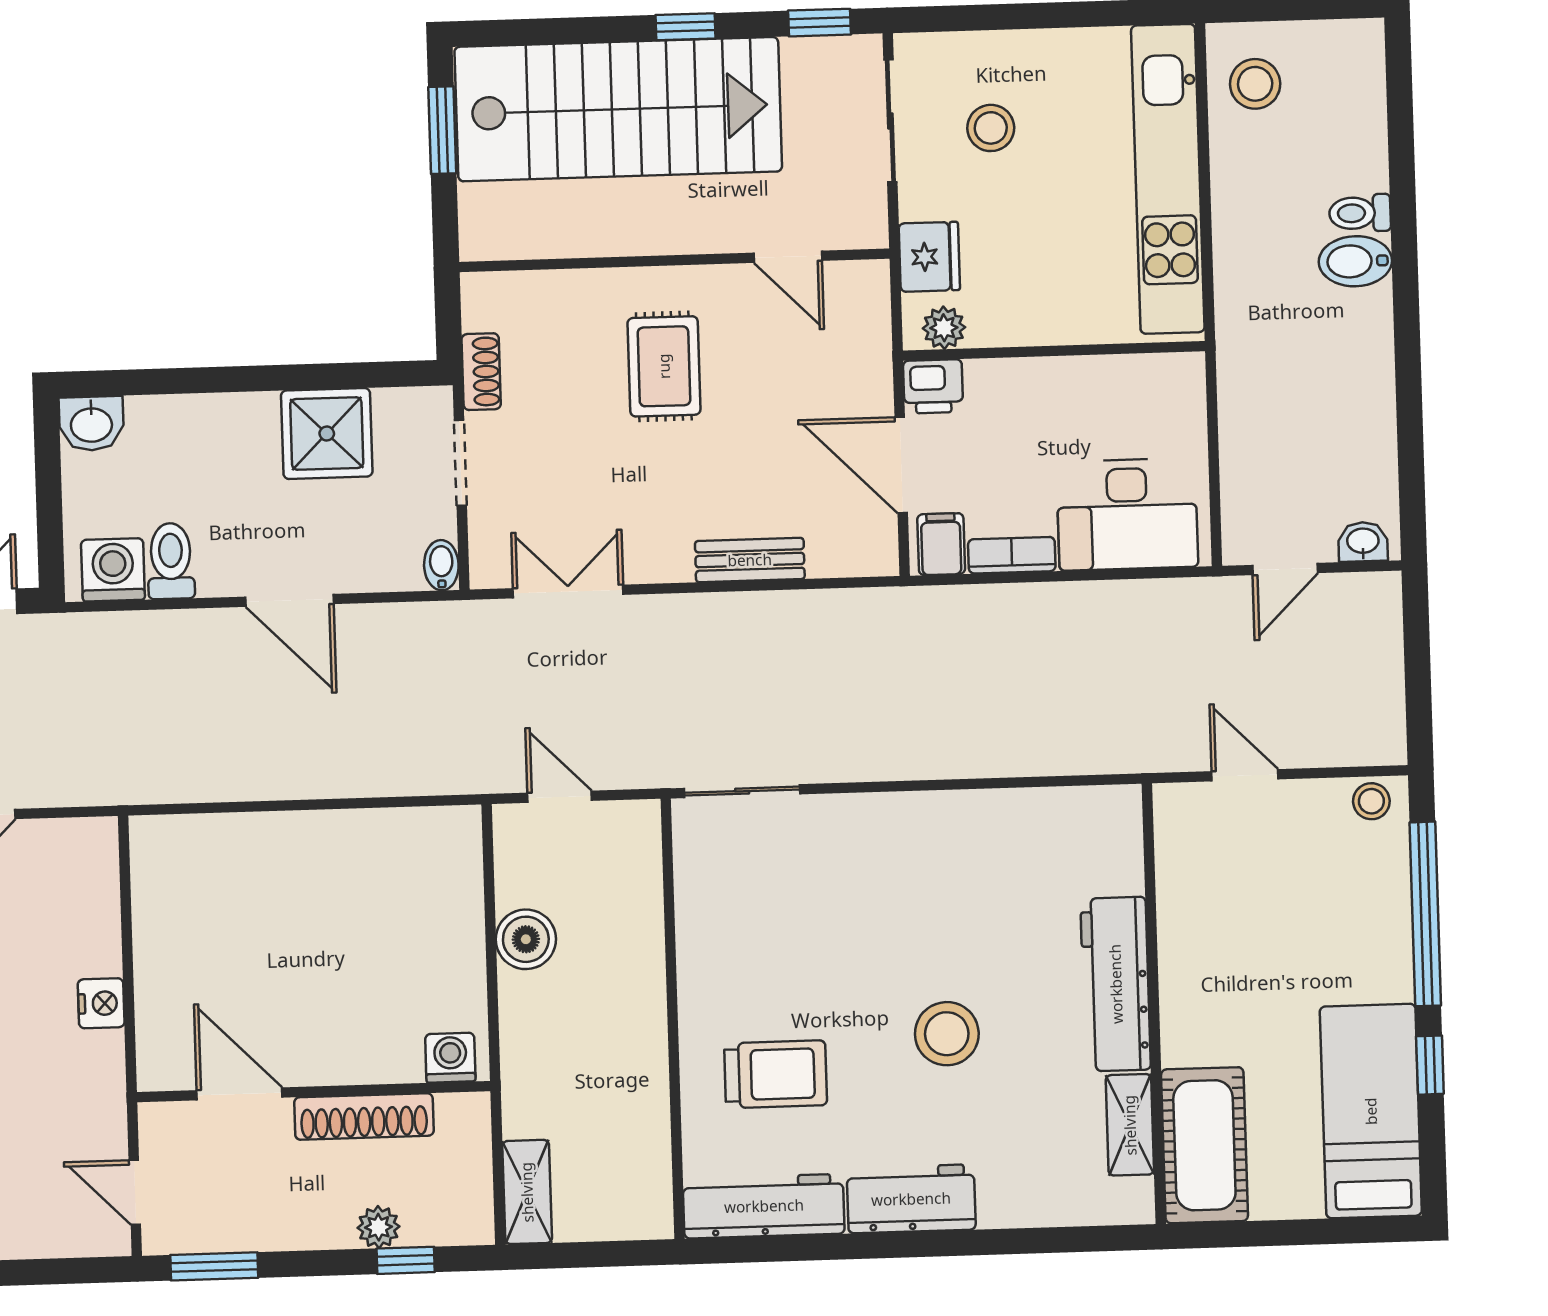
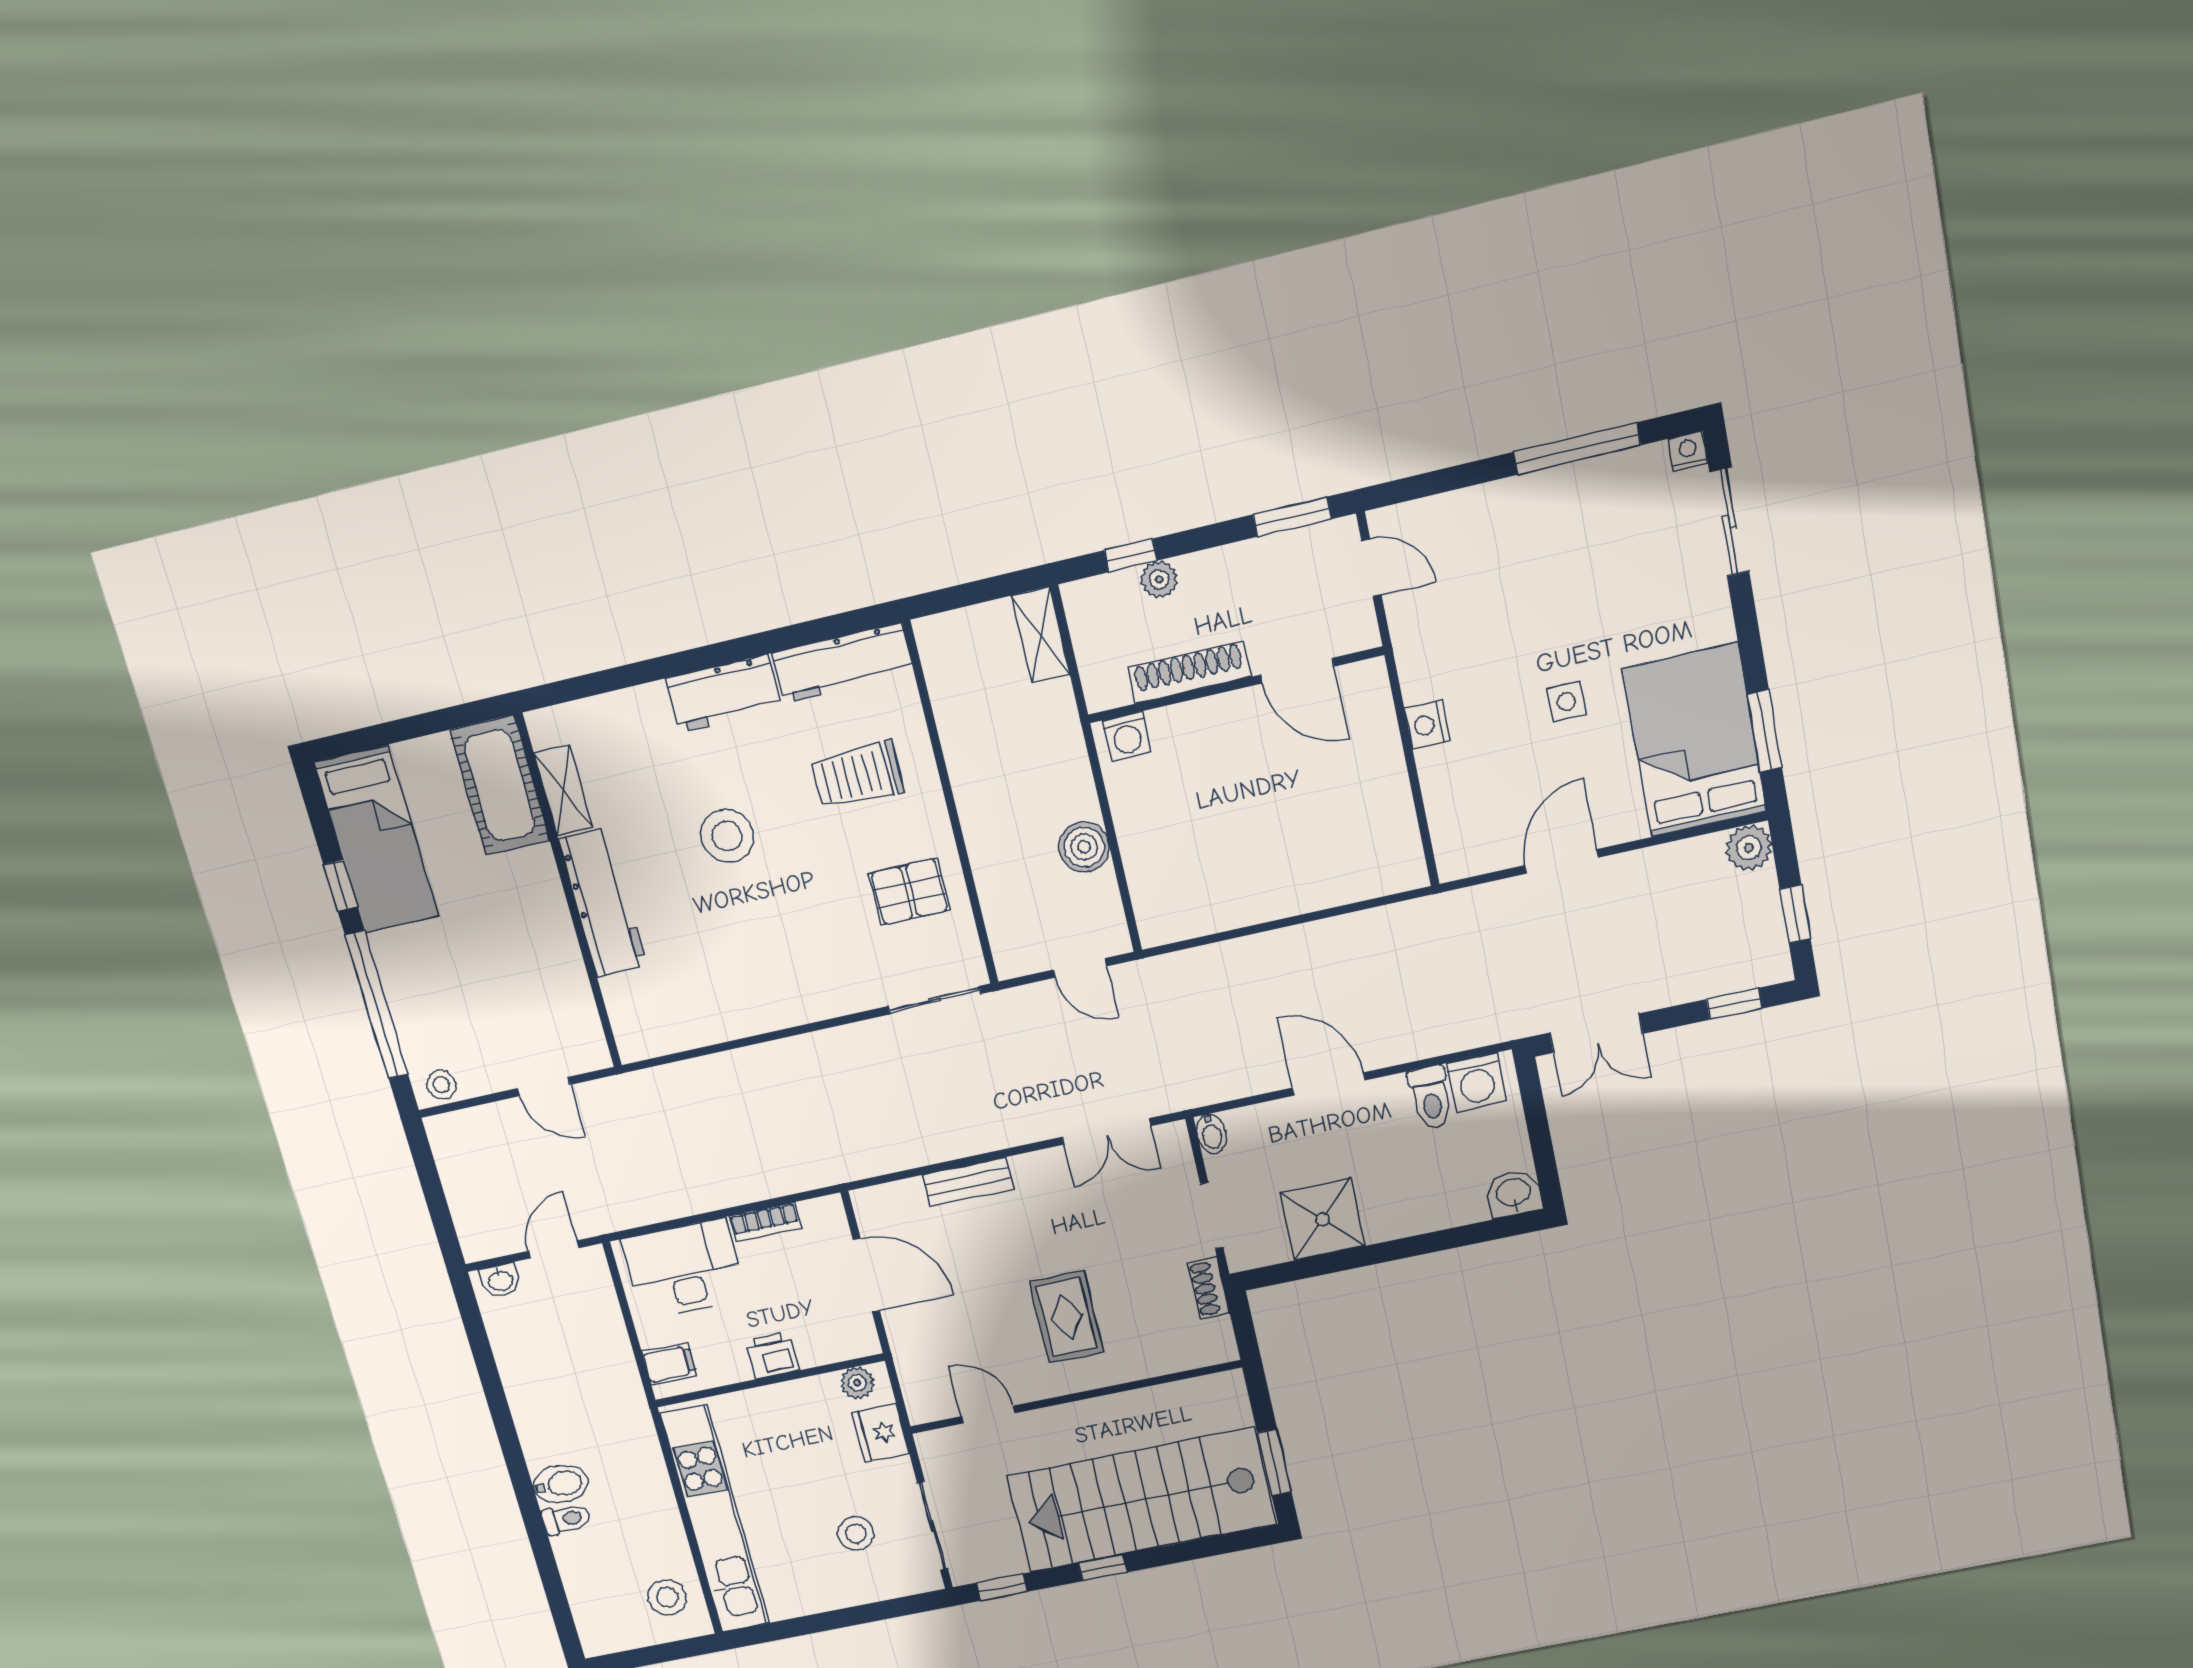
printer: (933, 386) -> (772, 1355), moved
filing cabinet: (941, 544) -> (669, 1364), moved, turned -90
pallet: (744, 926) -> (909, 892), added

